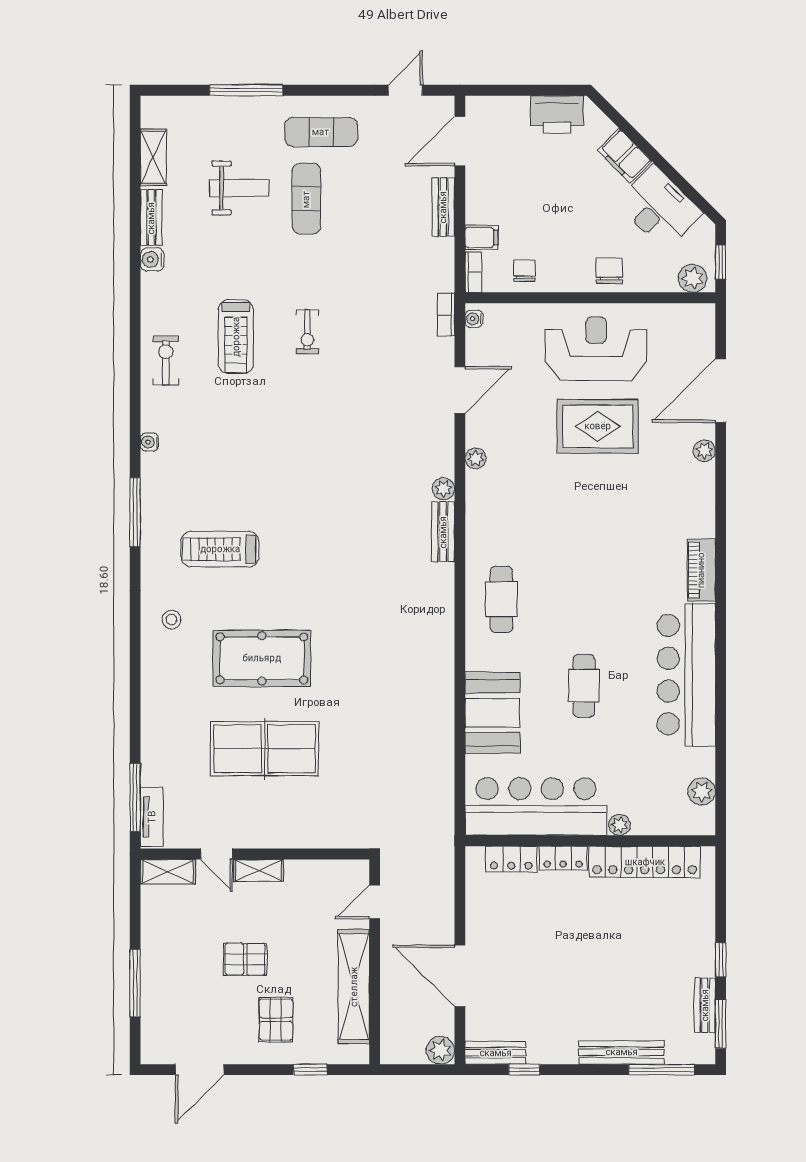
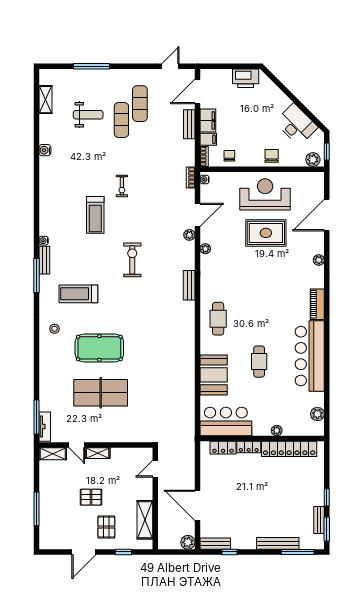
exercise mat: (321, 132) -> (140, 104), moved, turned 90
filing cabinet: (625, 156) -> (208, 120), moved, turned -135
bench: (151, 218) -> (44, 260), moved
treadmill: (236, 337) -> (95, 215), moved
exercise bike: (166, 360) -> (132, 260), moved, width x1.38, depth x1.39
plant: (704, 451) -> (319, 260), moved
plant: (443, 489) -> (189, 235), moved
bar counter: (536, 807) -> (226, 421), width x0.73
shelving: (354, 987) -> (145, 520), width x0.68
door: (200, 1070) -> (84, 552), moved

